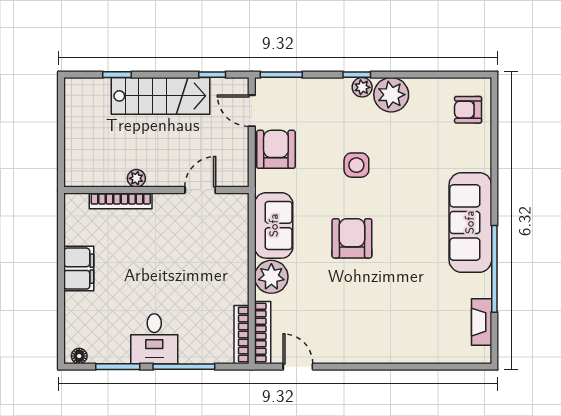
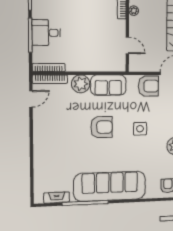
sofa: (470, 222) -> (110, 186), width x1.36, depth x1.27
desk: (154, 339) -> (46, 33), moved

